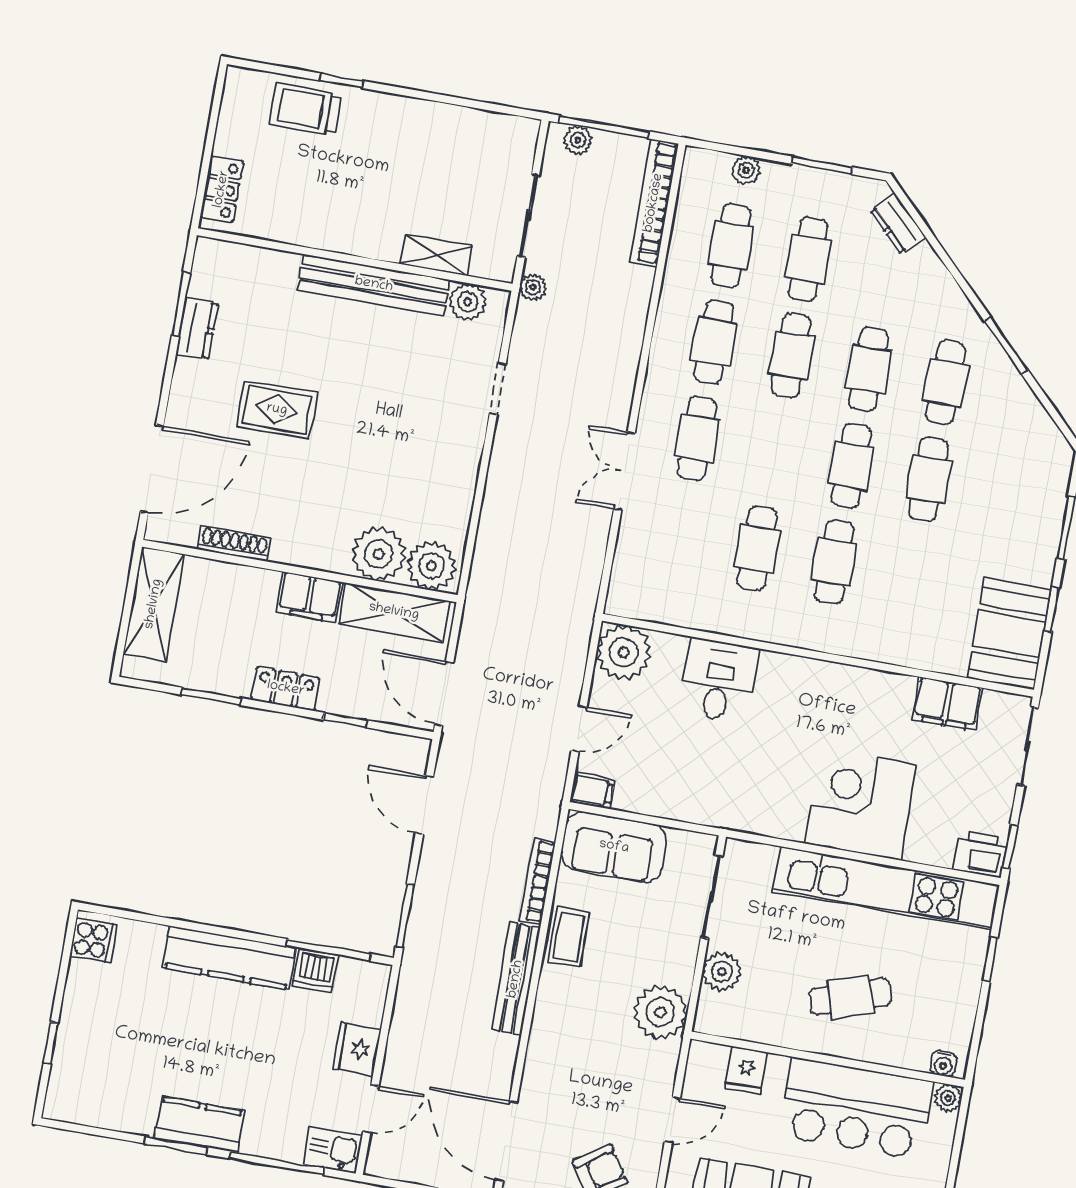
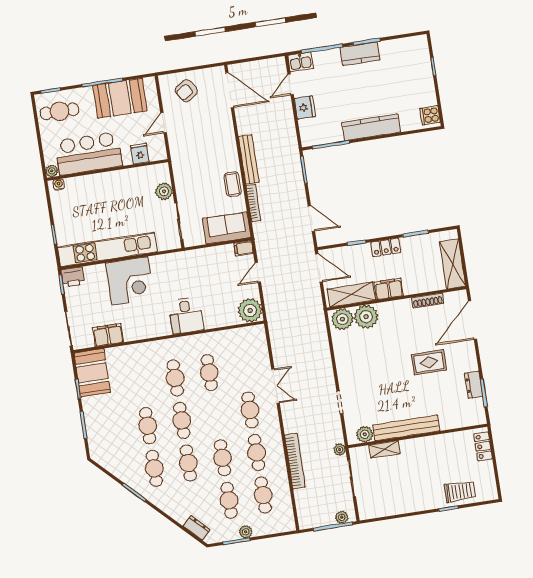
plant: (746, 170) -> (246, 532), moved
bookcase: (654, 203) -> (295, 461), moved
desk: (719, 680) -> (186, 315), moved
dishwasher: (315, 971) -> (333, 134), removed
cafe table: (850, 997) -> (107, 199), removed
plant: (660, 1012) -> (184, 166), removed

